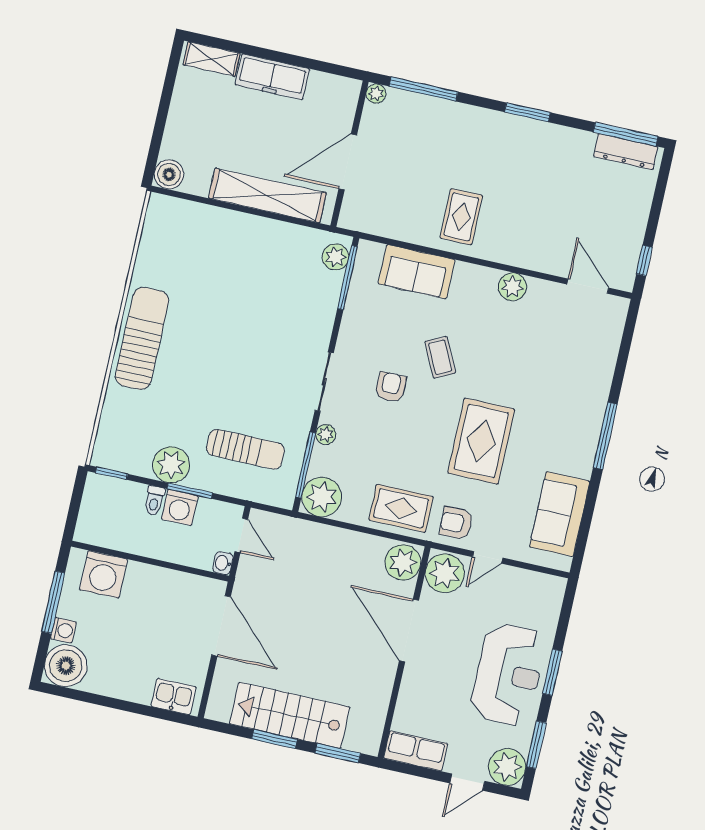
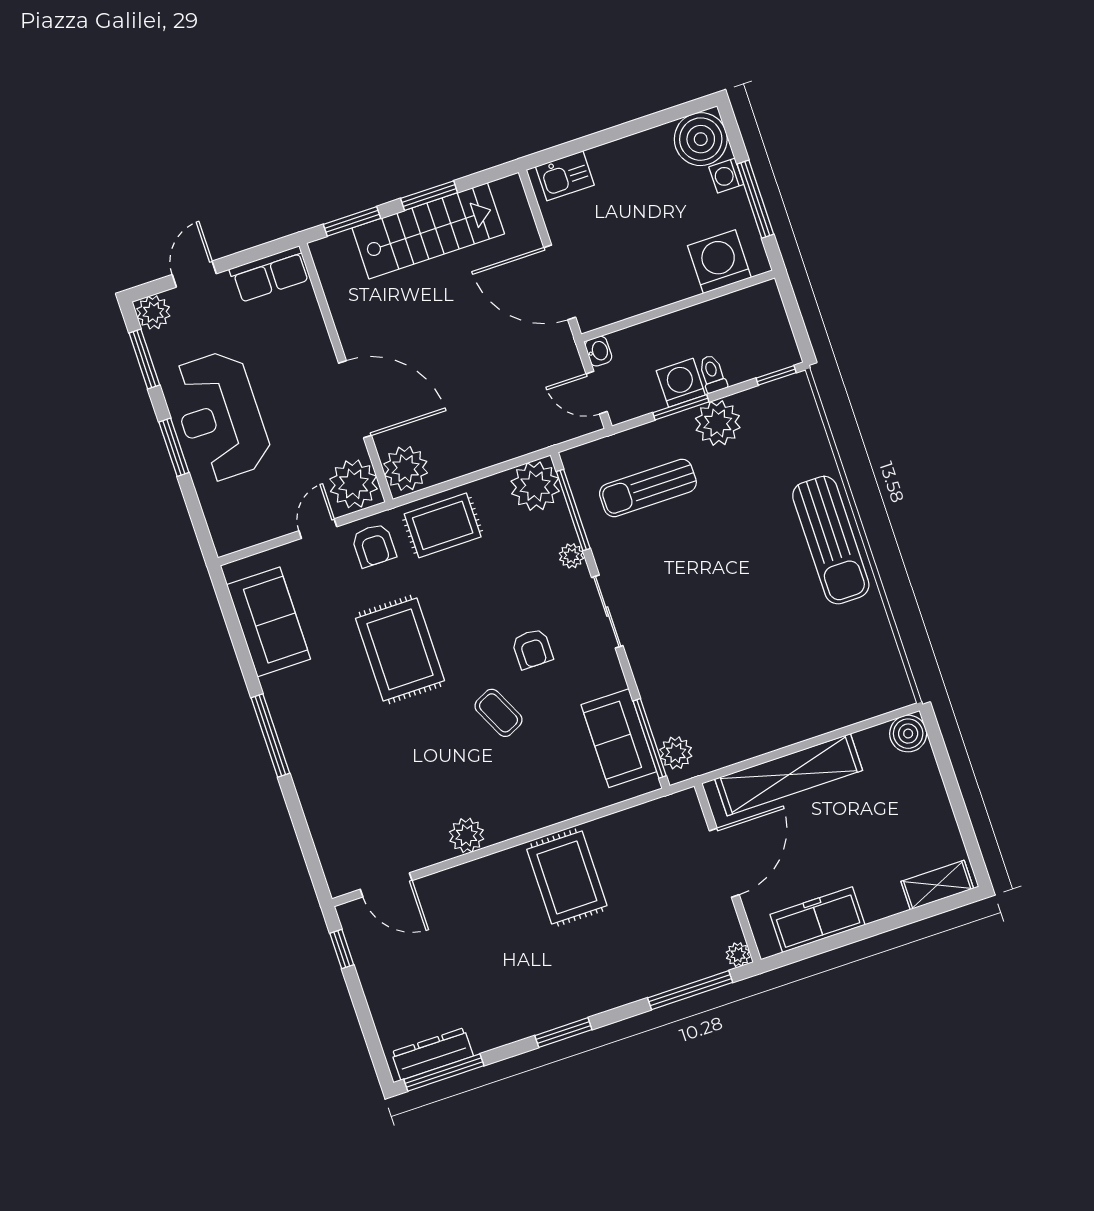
freezer: (272, 77) -> (818, 920), moved
rug: (461, 217) -> (567, 877), width x1.36, depth x1.43
sofa: (416, 272) -> (619, 738), moved, turned -90
armchair: (456, 523) -> (374, 545), turned 91
plant: (507, 767) -> (153, 312), width x0.73, depth x0.73

